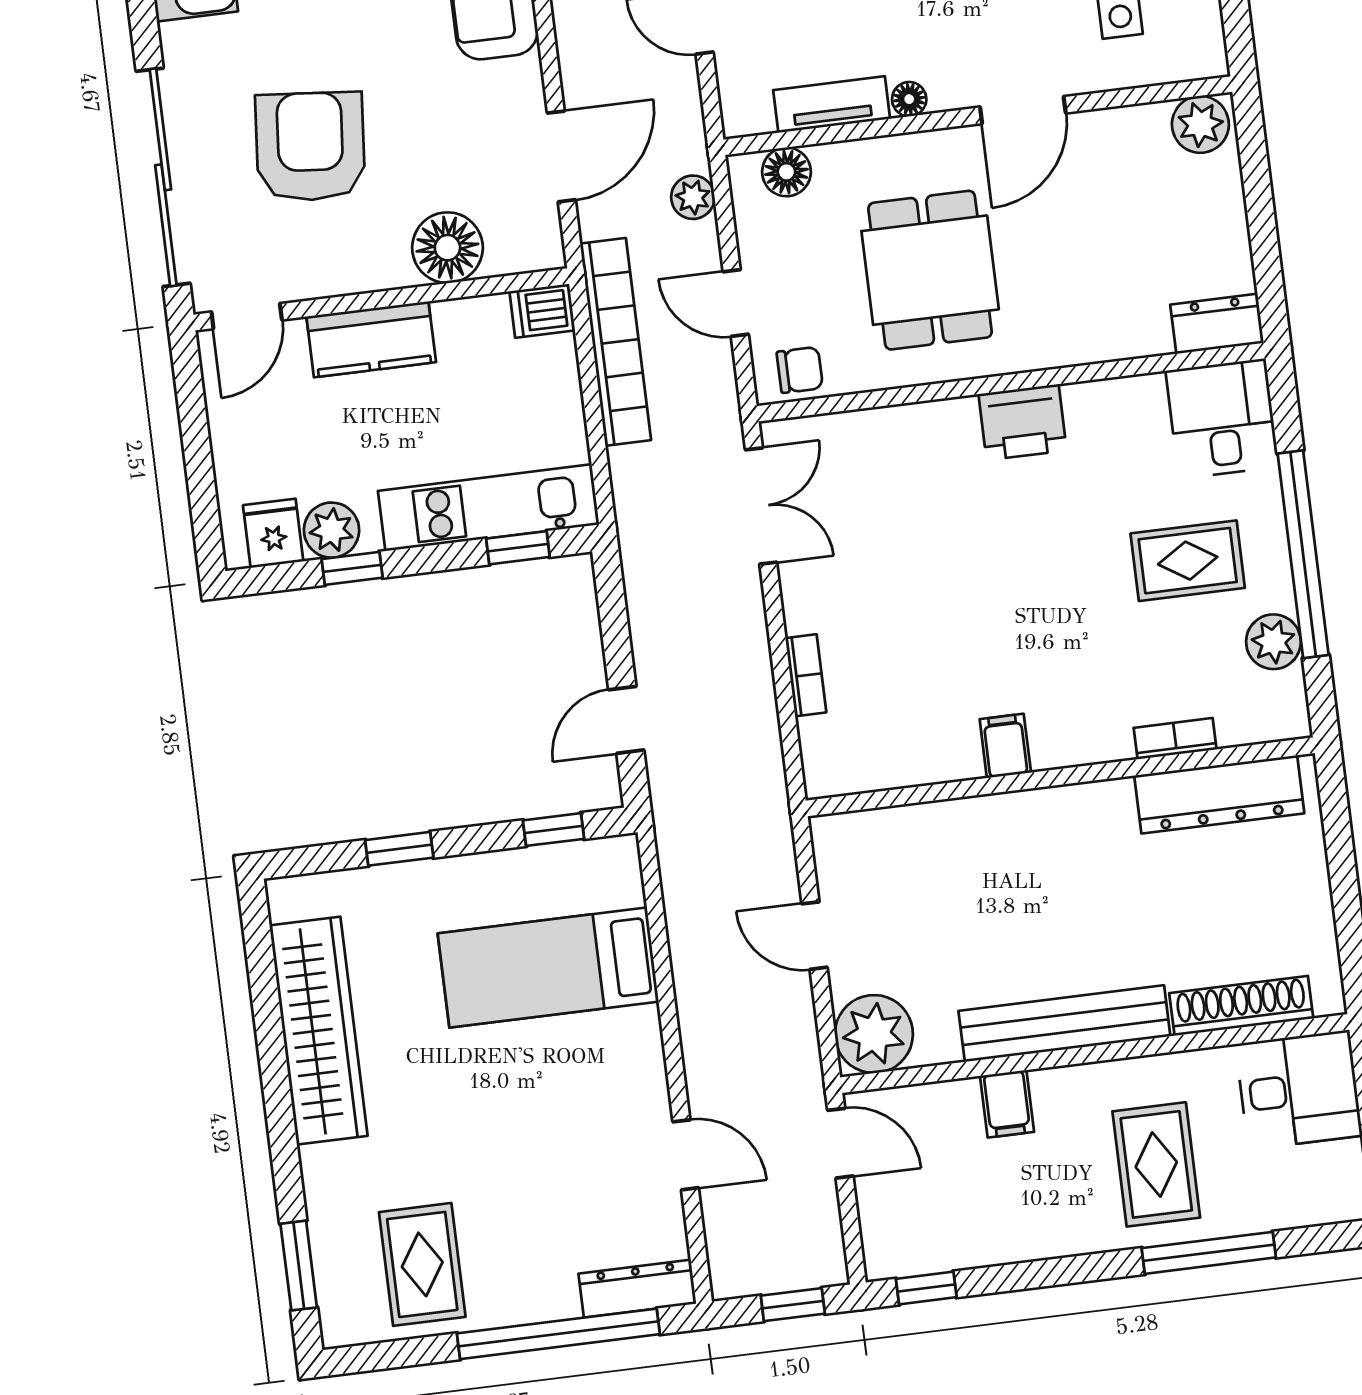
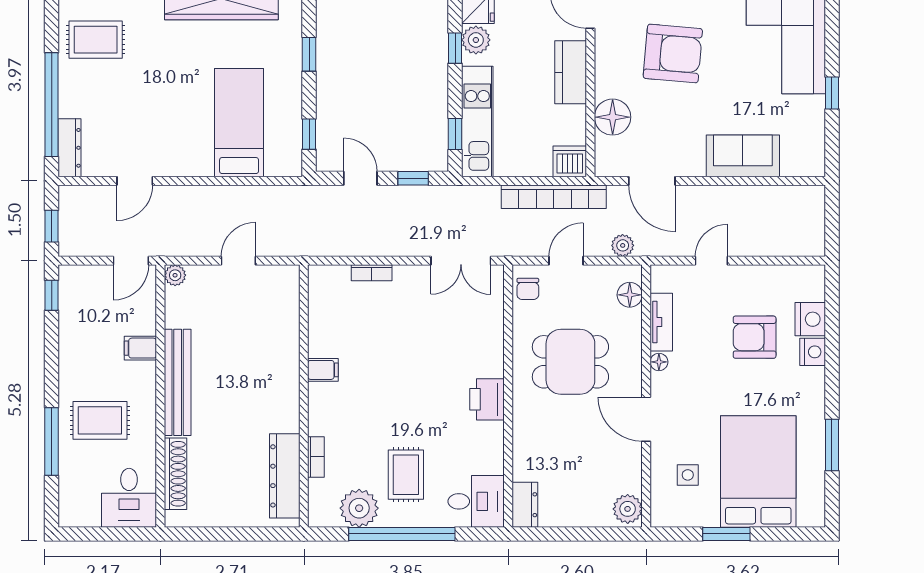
dishwasher: (542, 311) -> (570, 161), width x1.38
window: (614, 618) -> (413, 178), added
plant: (1273, 642) -> (359, 508), width x1.36, depth x1.36
plant: (874, 1034) -> (175, 275), width x0.53, depth x0.53

